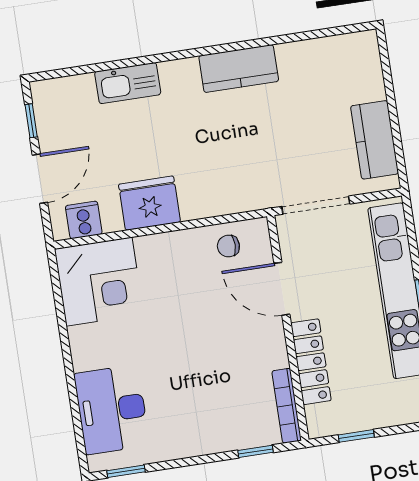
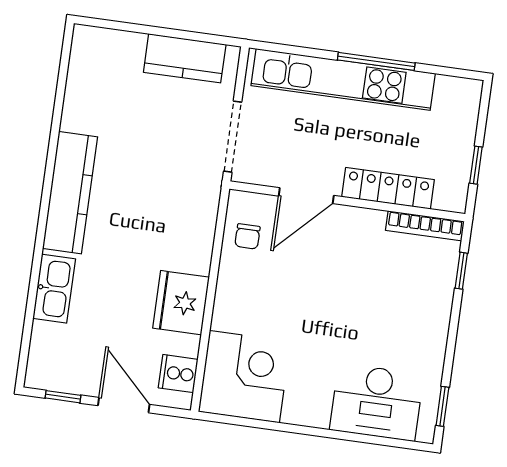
kitchen counter: (239, 69) -> (70, 193), width x1.50

